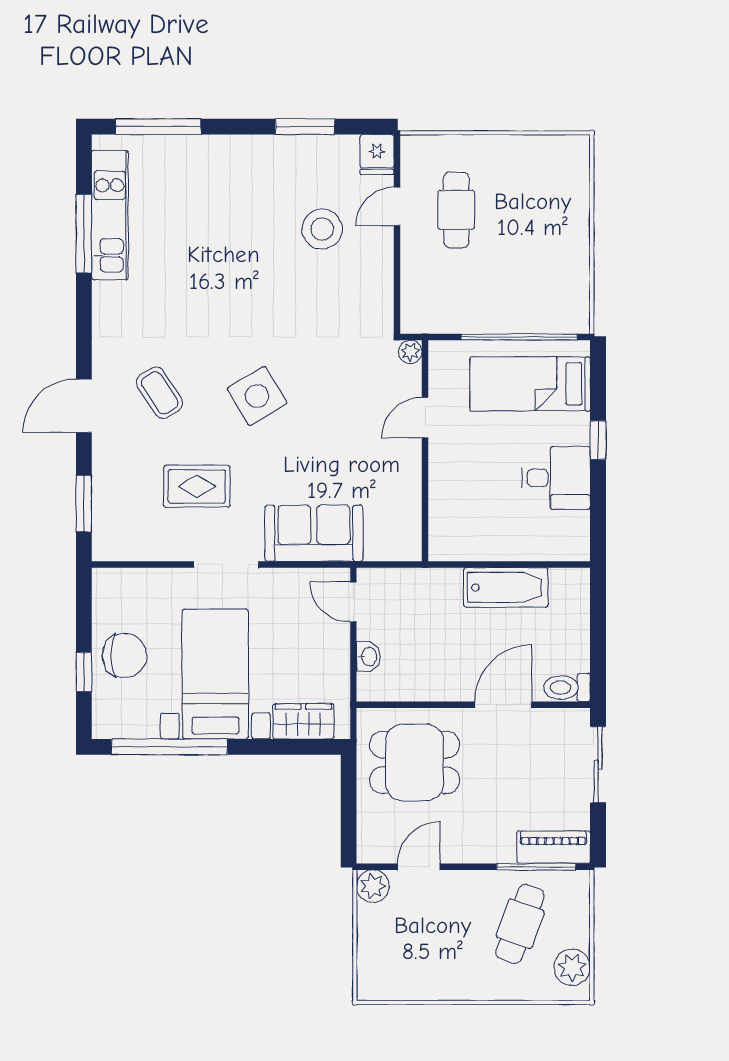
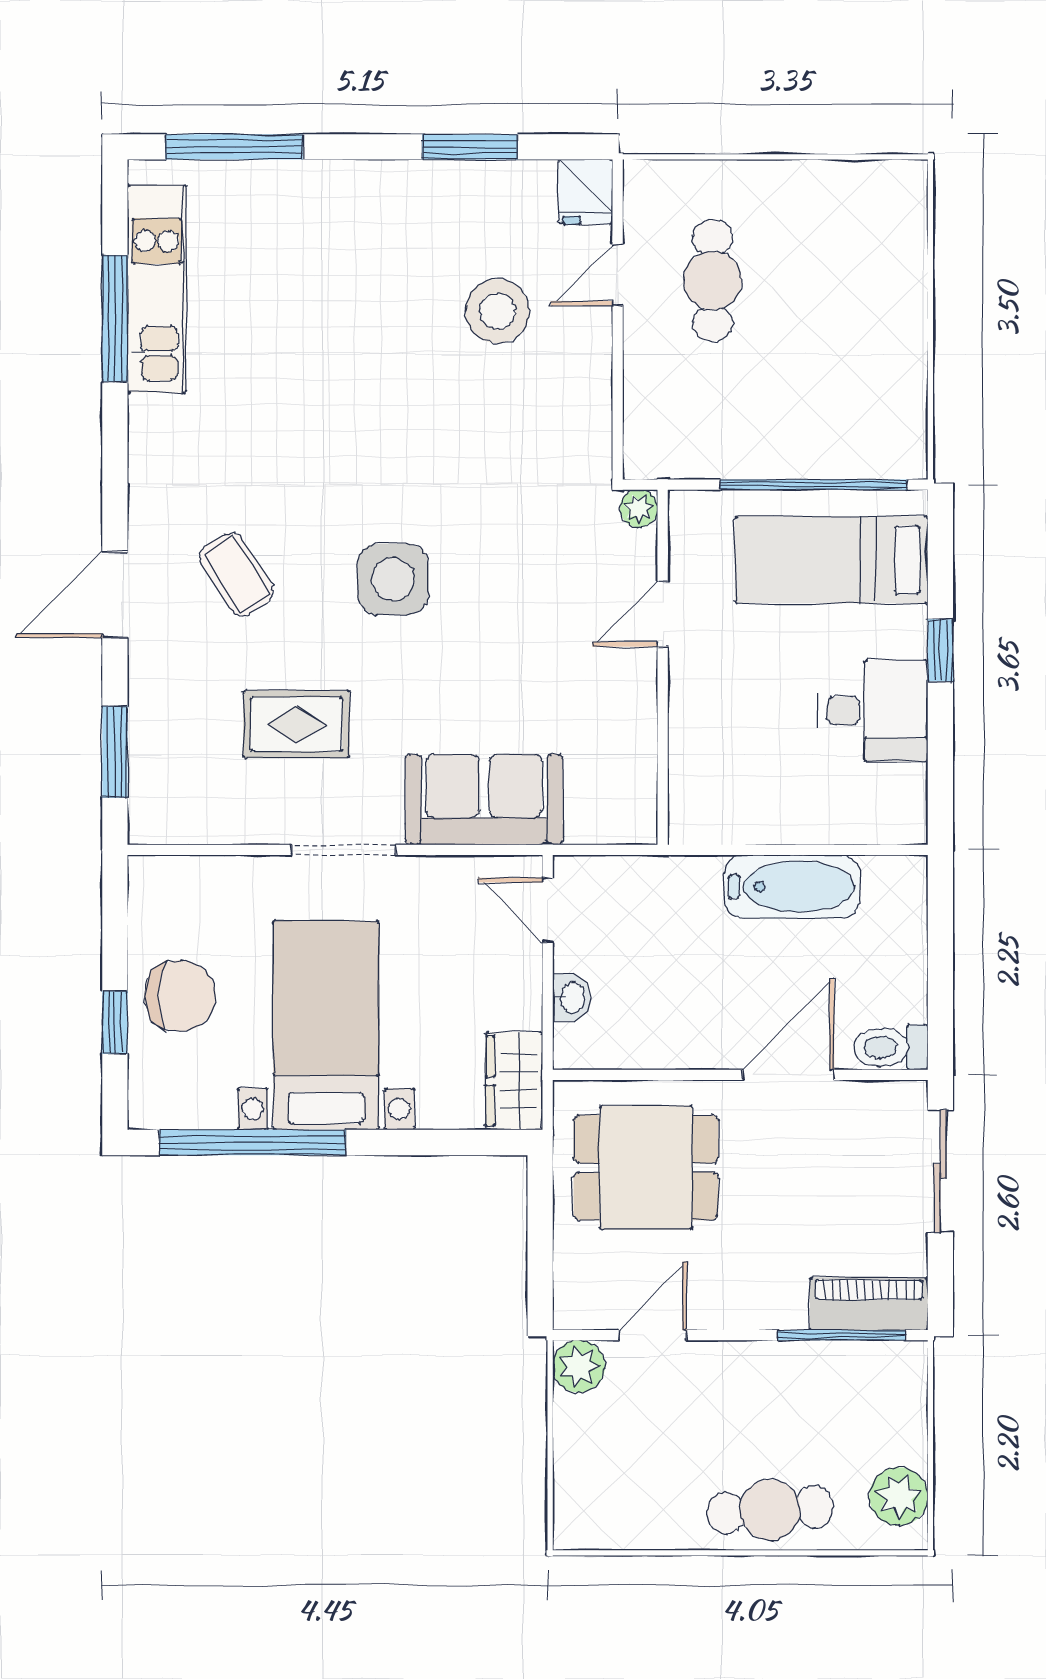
side table: (257, 396) -> (393, 579), turned 31
wardrobe: (303, 721) -> (514, 1081), moved, turned -90
cafe table: (520, 924) -> (770, 1510), moved, turned 66

